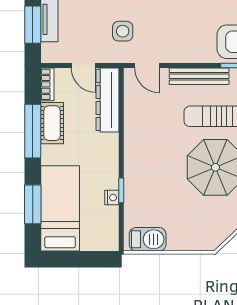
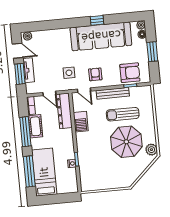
armchair: (170, 39) -> (95, 74), added
window: (33, 204) -> (29, 171), width x1.44
barbecue: (148, 239) -> (81, 122), moved, turned 90

